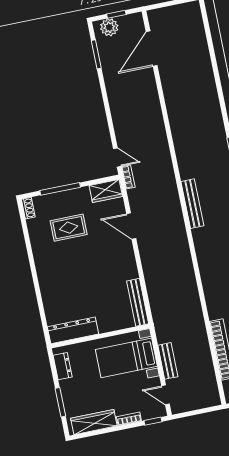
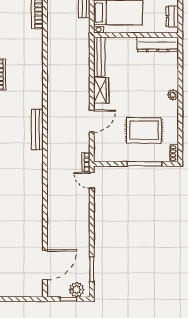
wardrobe: (106, 191) -> (101, 90), moved, turned 90
door: (131, 226) -> (92, 121), hinge flipped
rug: (69, 228) -> (144, 130), width x1.36, depth x1.43
plant: (43, 276) -> (173, 95), added

